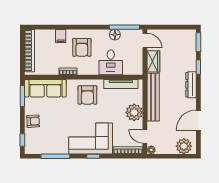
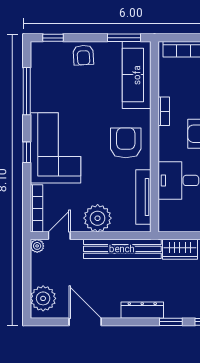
armchair: (87, 95) -> (126, 143), turned 90

